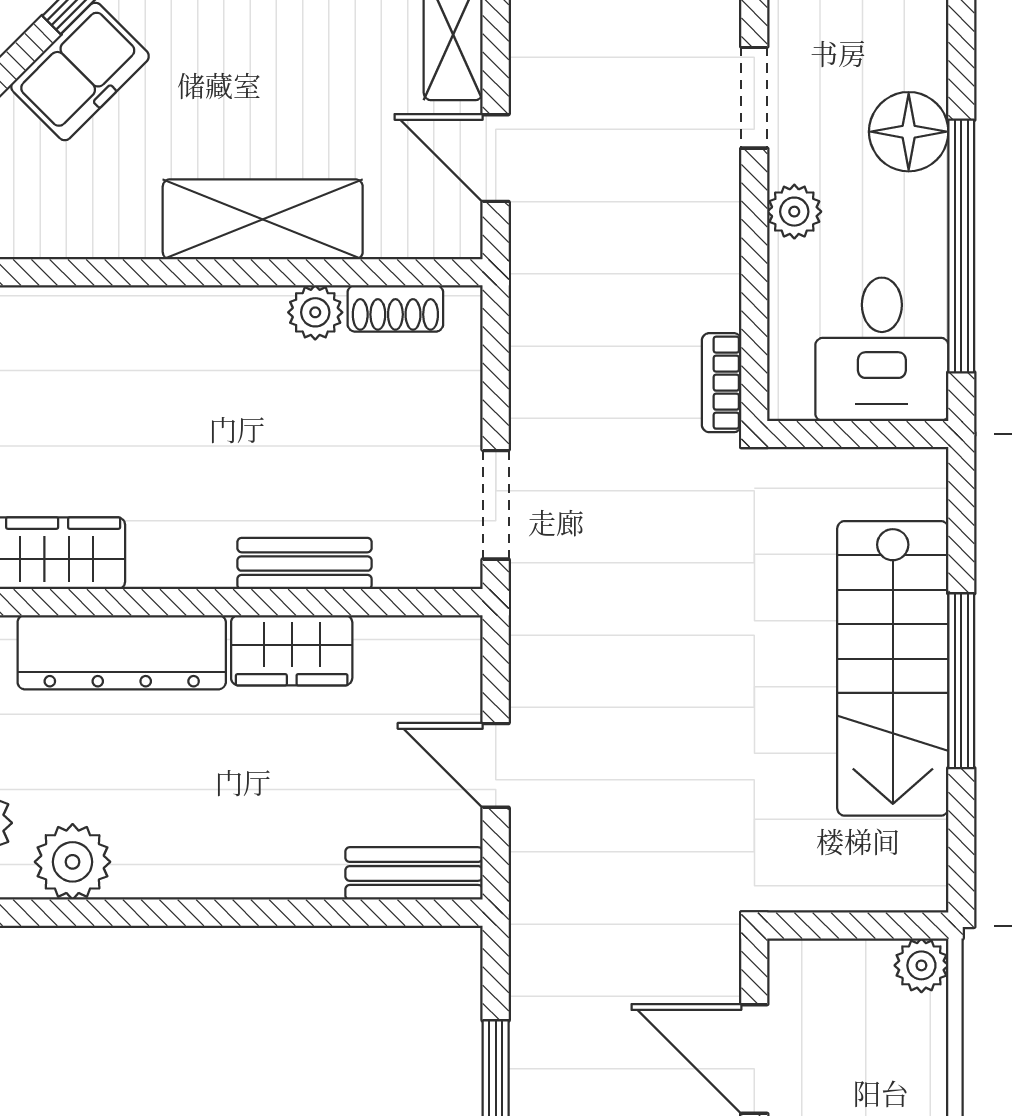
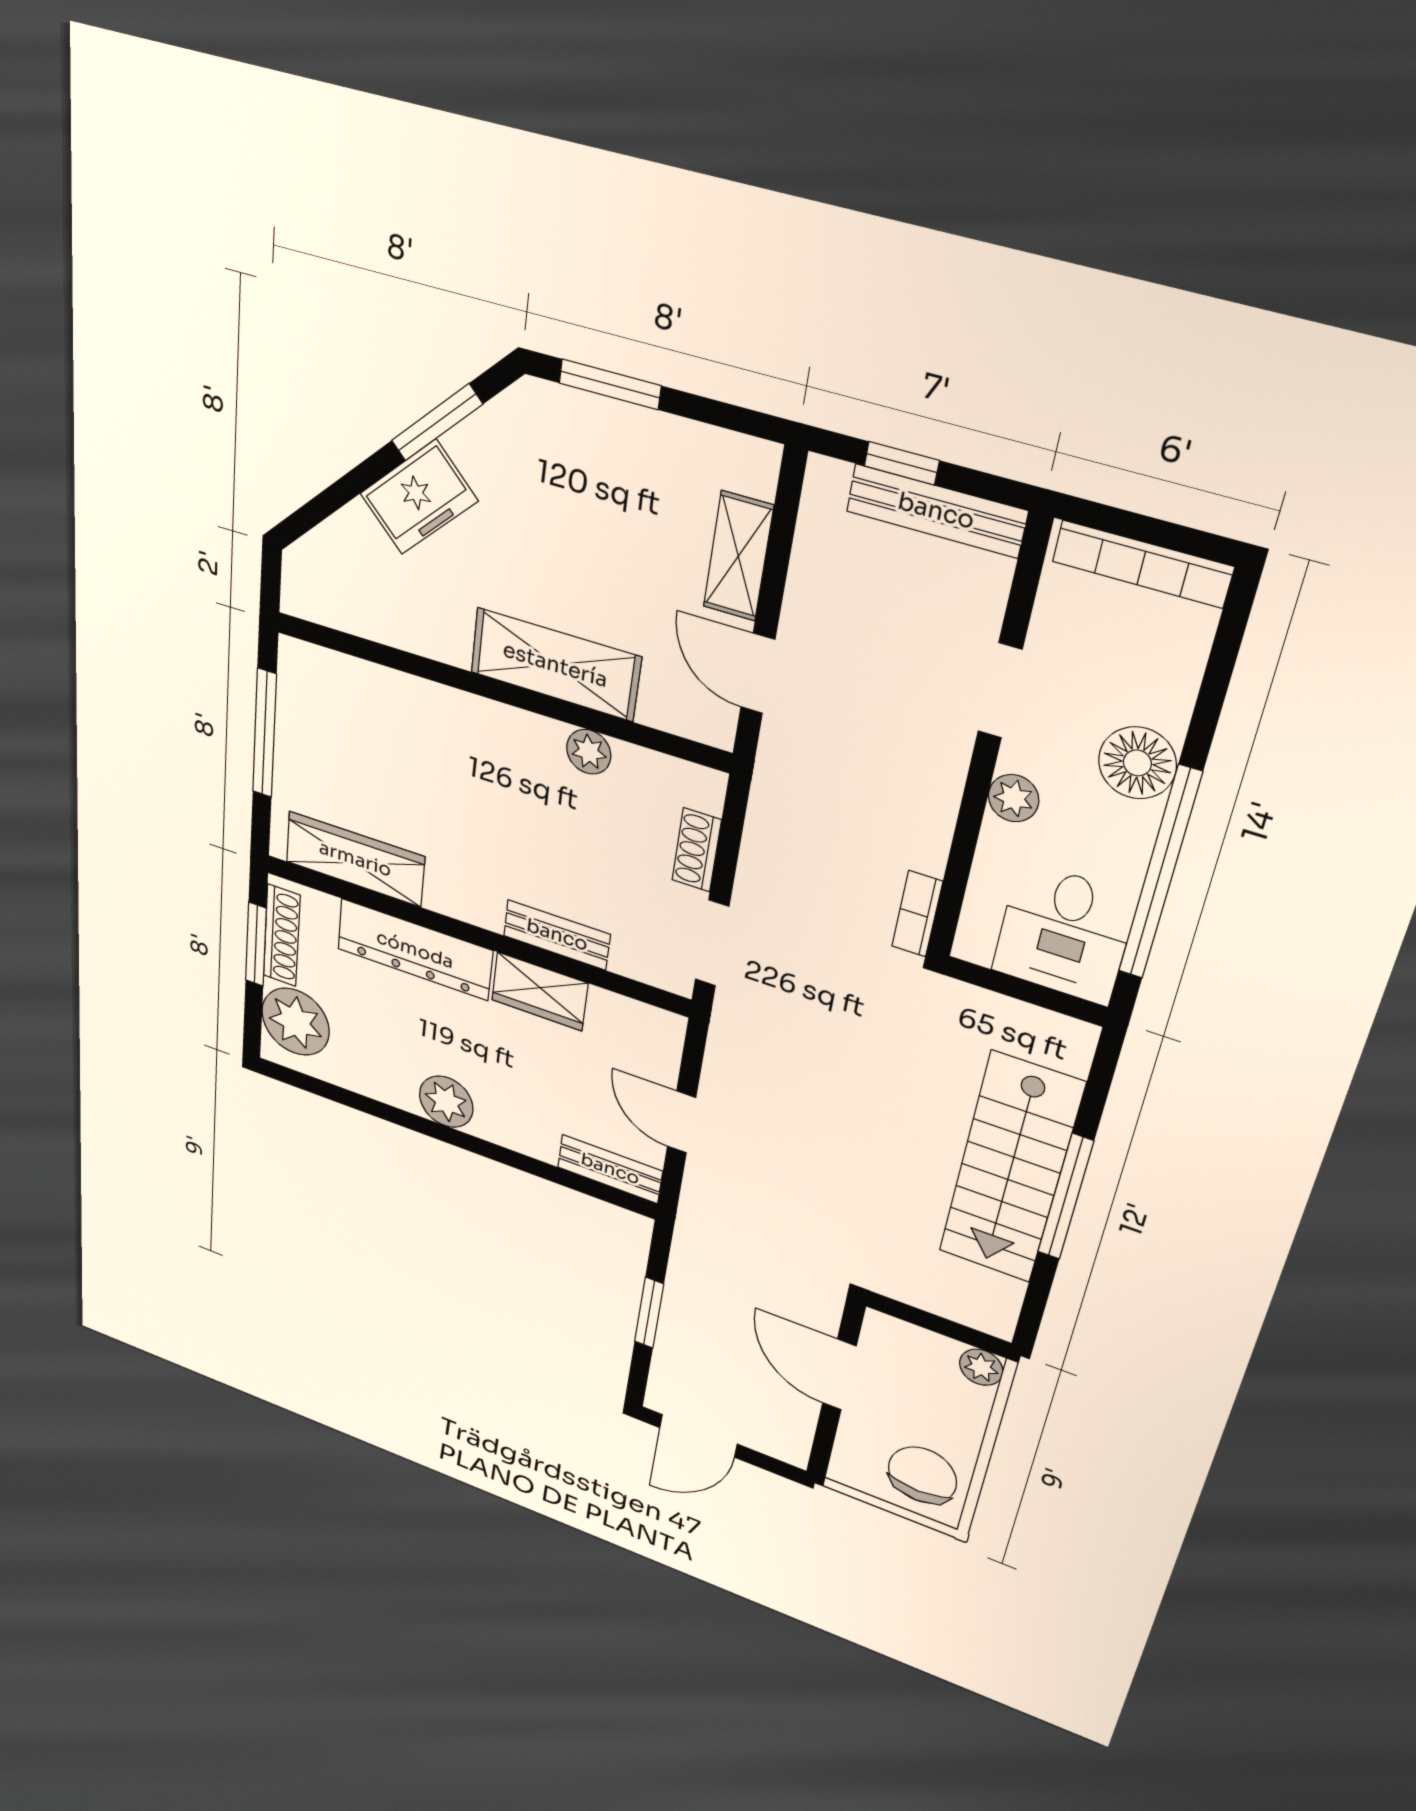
shoe rack: (395, 308) -> (697, 850), moved, turned 90
plant: (73, 862) -> (446, 1102), moved

